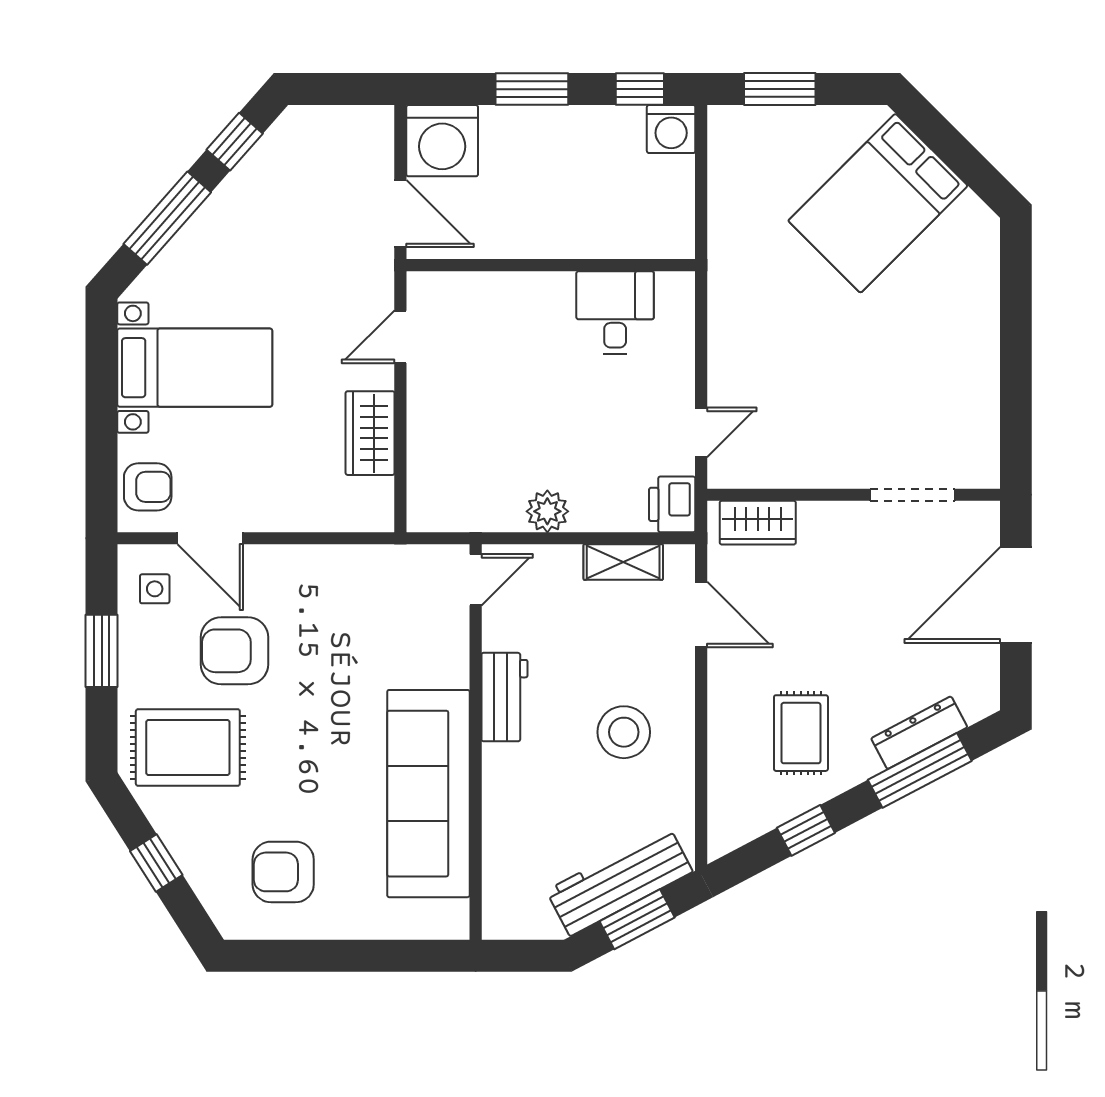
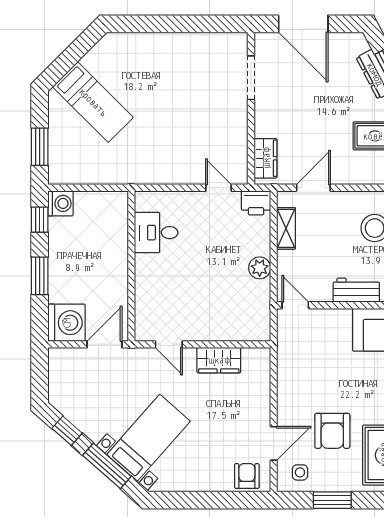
bed: (878, 203) -> (93, 102), width x0.67
bed with nightstands: (195, 368) -> (148, 438), moved, turned 41

